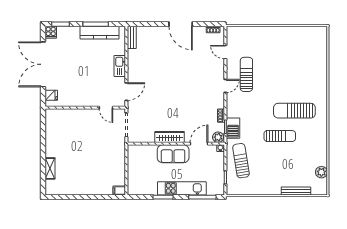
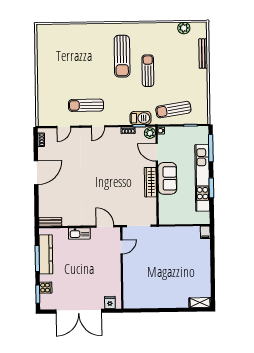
cooker: (51, 32) -> (46, 288), moved
door: (225, 86) -> (98, 126), swing flipped
shelving: (50, 168) -> (200, 303), moved
kitchen unit: (182, 188) -> (202, 178), width x1.36

